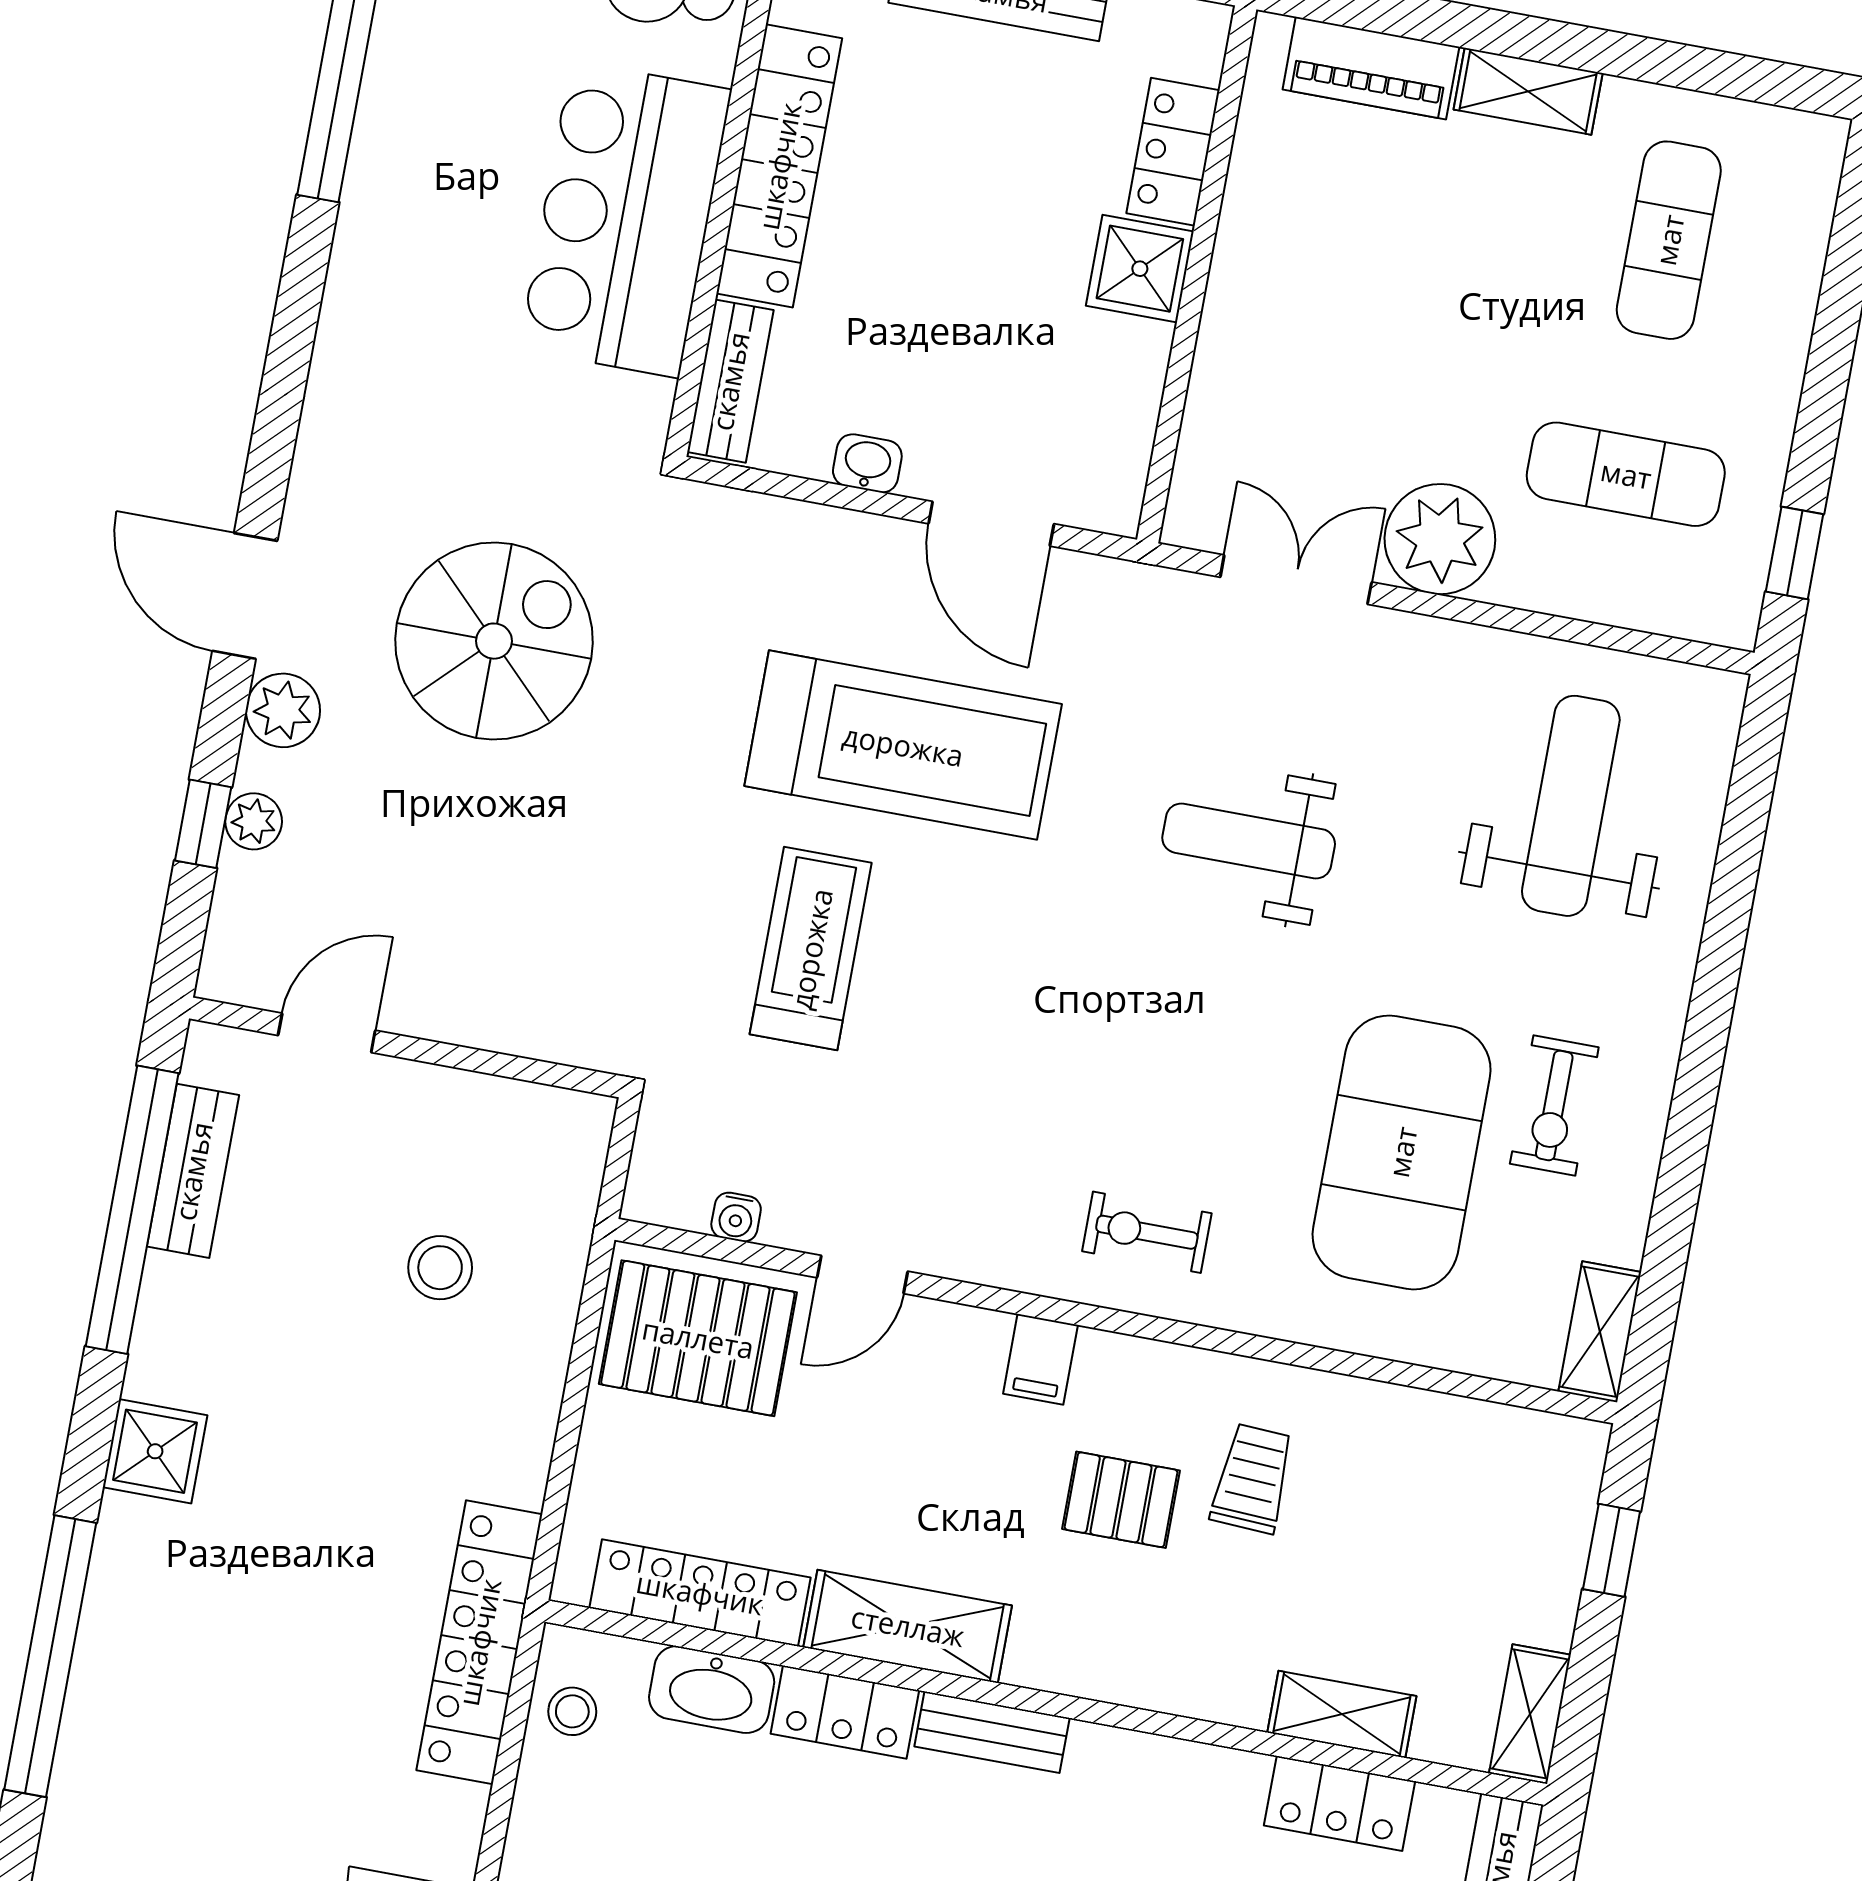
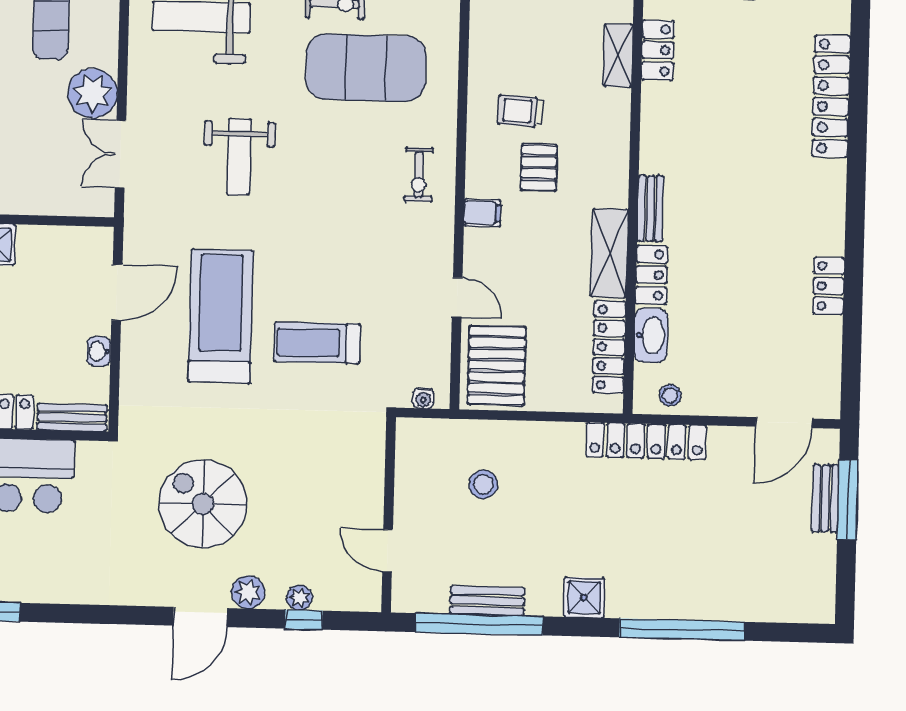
bench: (193, 1171) -> (487, 601), moved
water cooler: (736, 1217) -> (423, 398), moved, turned 90

